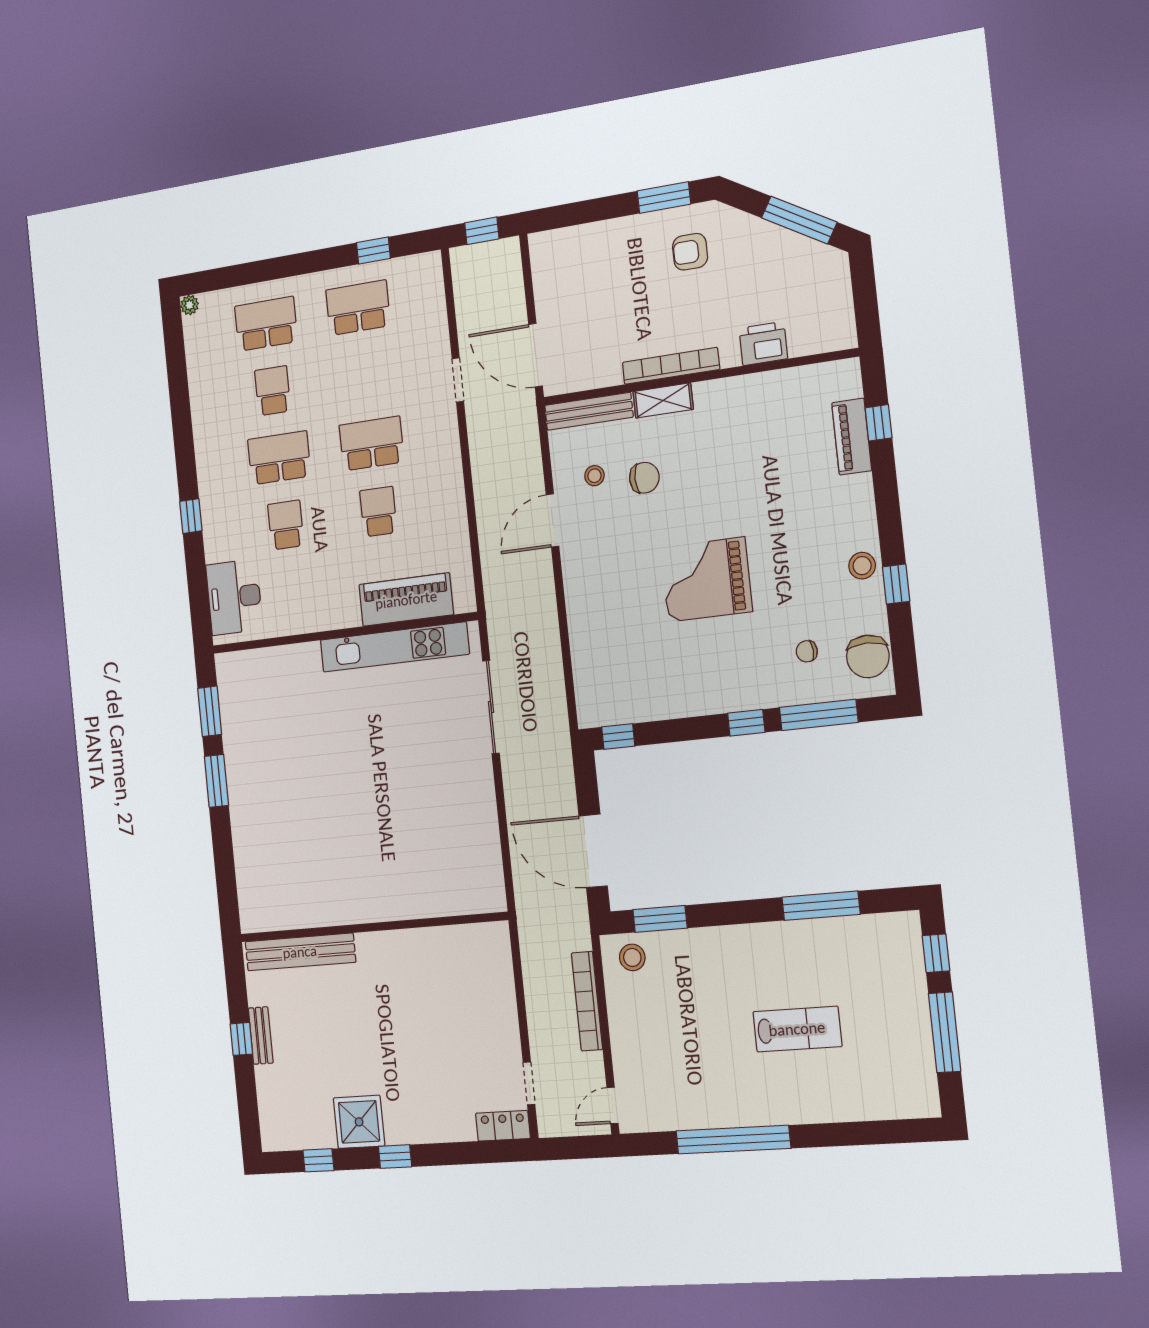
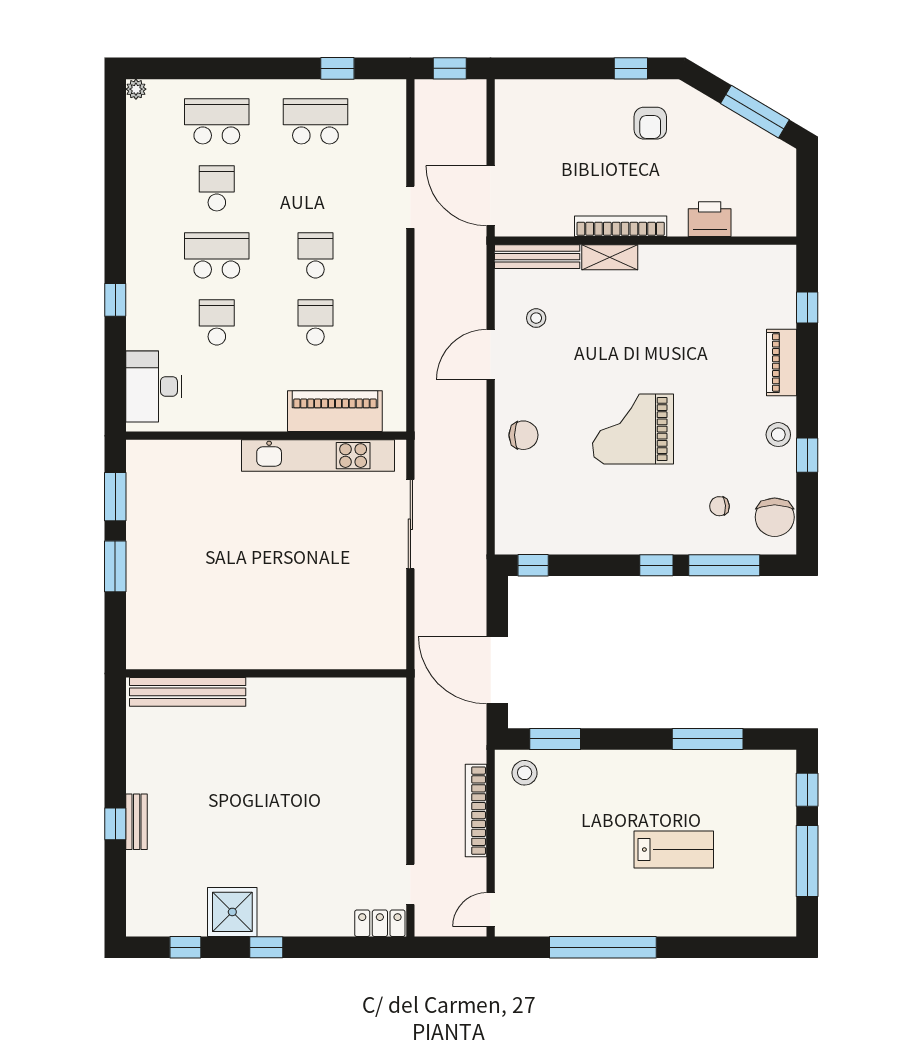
window: (664, 197) -> (631, 68), width x0.67
armchair: (690, 252) -> (650, 123), turned -90
piano: (852, 437) -> (781, 362), moved
school desk: (372, 443) -> (315, 255), width x0.54
chair: (644, 478) -> (523, 435), moved
wall: (372, 927) -> (266, 673), moved
bench: (300, 952) -> (188, 692), moved

